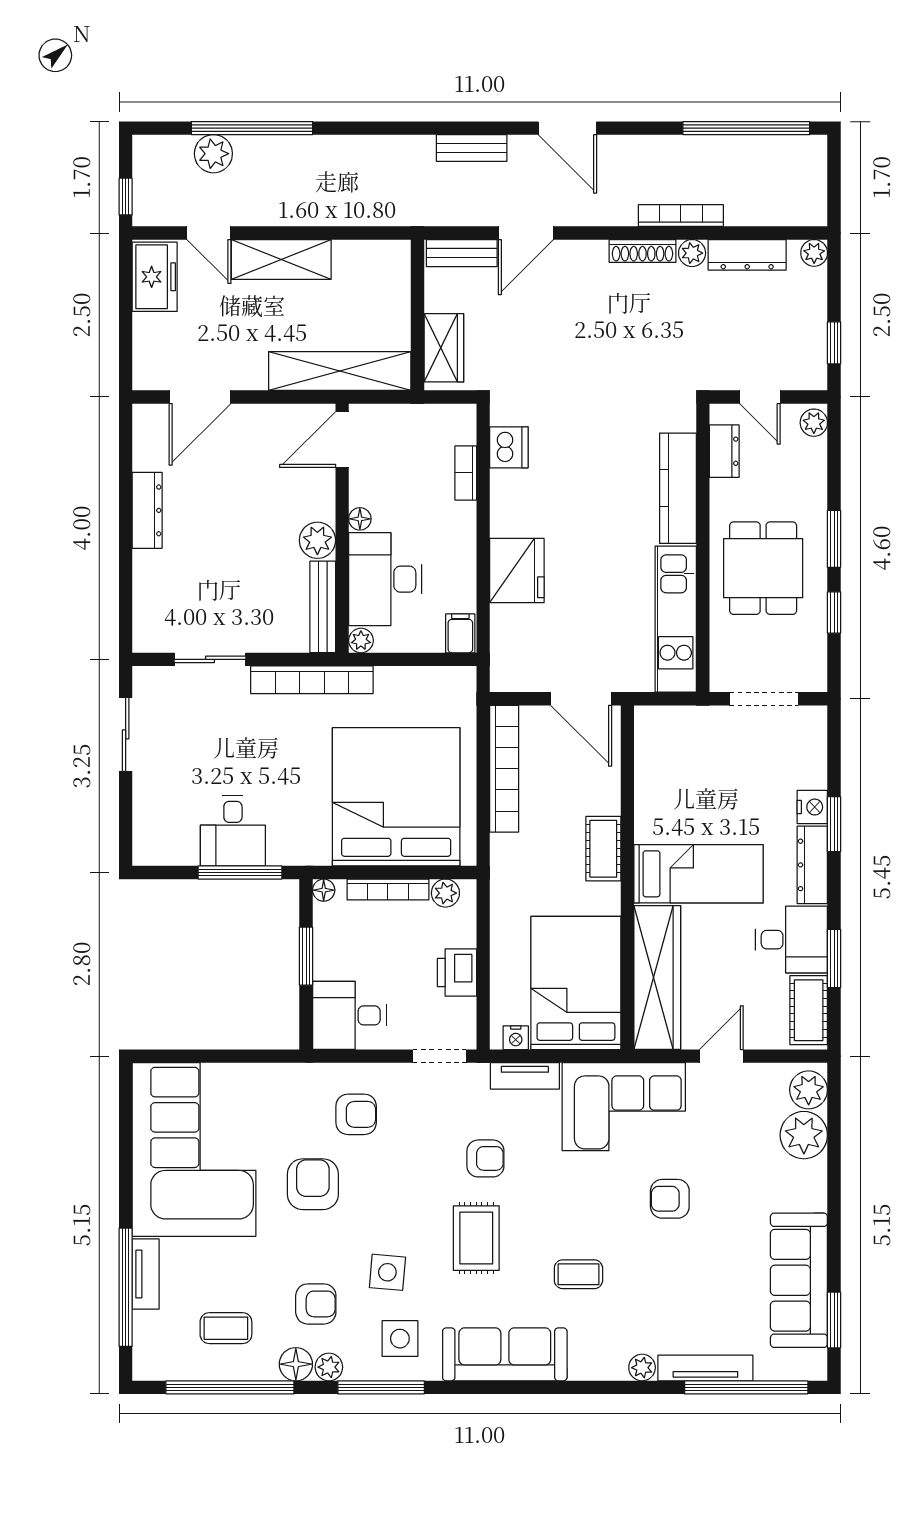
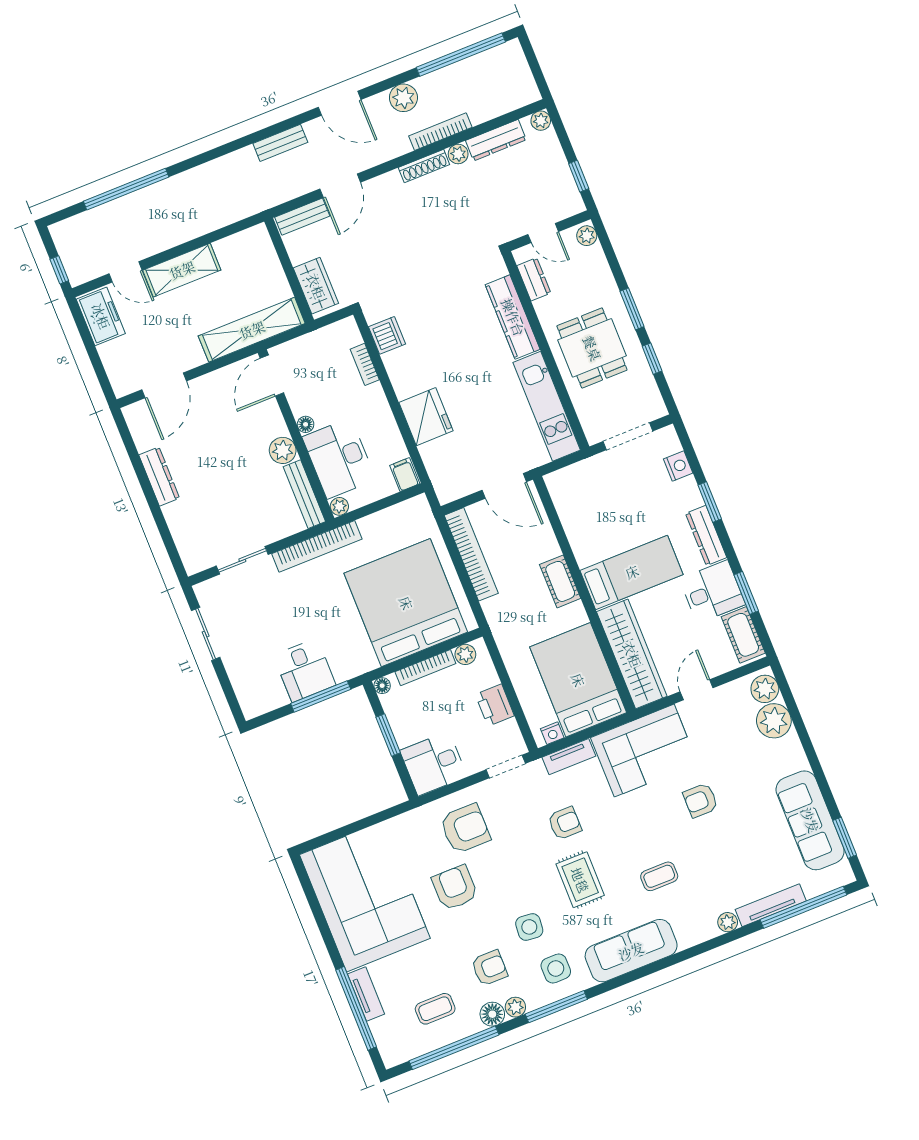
plant: (213, 154) -> (403, 98), moved
nightstand: (812, 807) -> (678, 466), moved
armchair: (356, 1114) -> (465, 829), width x1.38, depth x1.38

